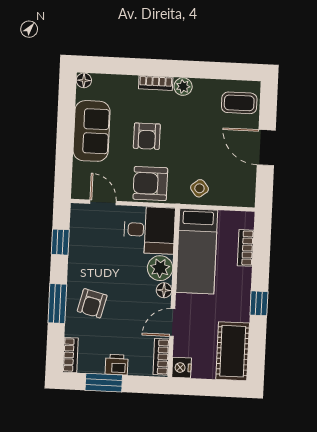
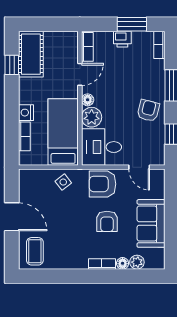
floor lamp: (84, 80) -> (123, 263), moved
plant: (183, 87) -> (137, 262), moved
coffee table: (239, 103) -> (35, 251), turned 90
armchair: (147, 136) -> (107, 221), turned 180
armchair: (150, 184) -> (102, 184), turned 180
armchair: (92, 303) -> (148, 111), moved
window: (259, 303) -> (12, 65), moved
nightstand: (182, 368) -> (26, 113), moved, turned 180

